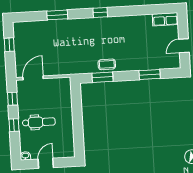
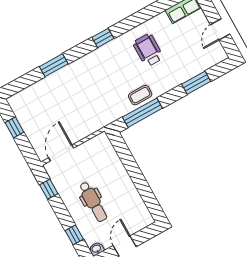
wheelchair: (127, 36) -> (148, 50), added
window: (103, 77) -> (142, 113), width x1.44
dental chair: (39, 122) -> (93, 202), turned 90
window: (14, 125) -> (74, 235), moved

